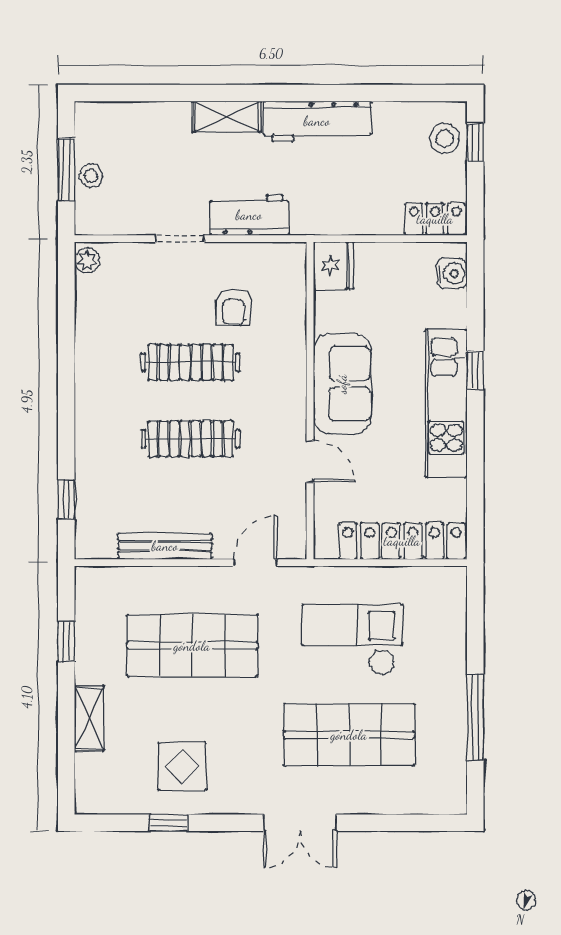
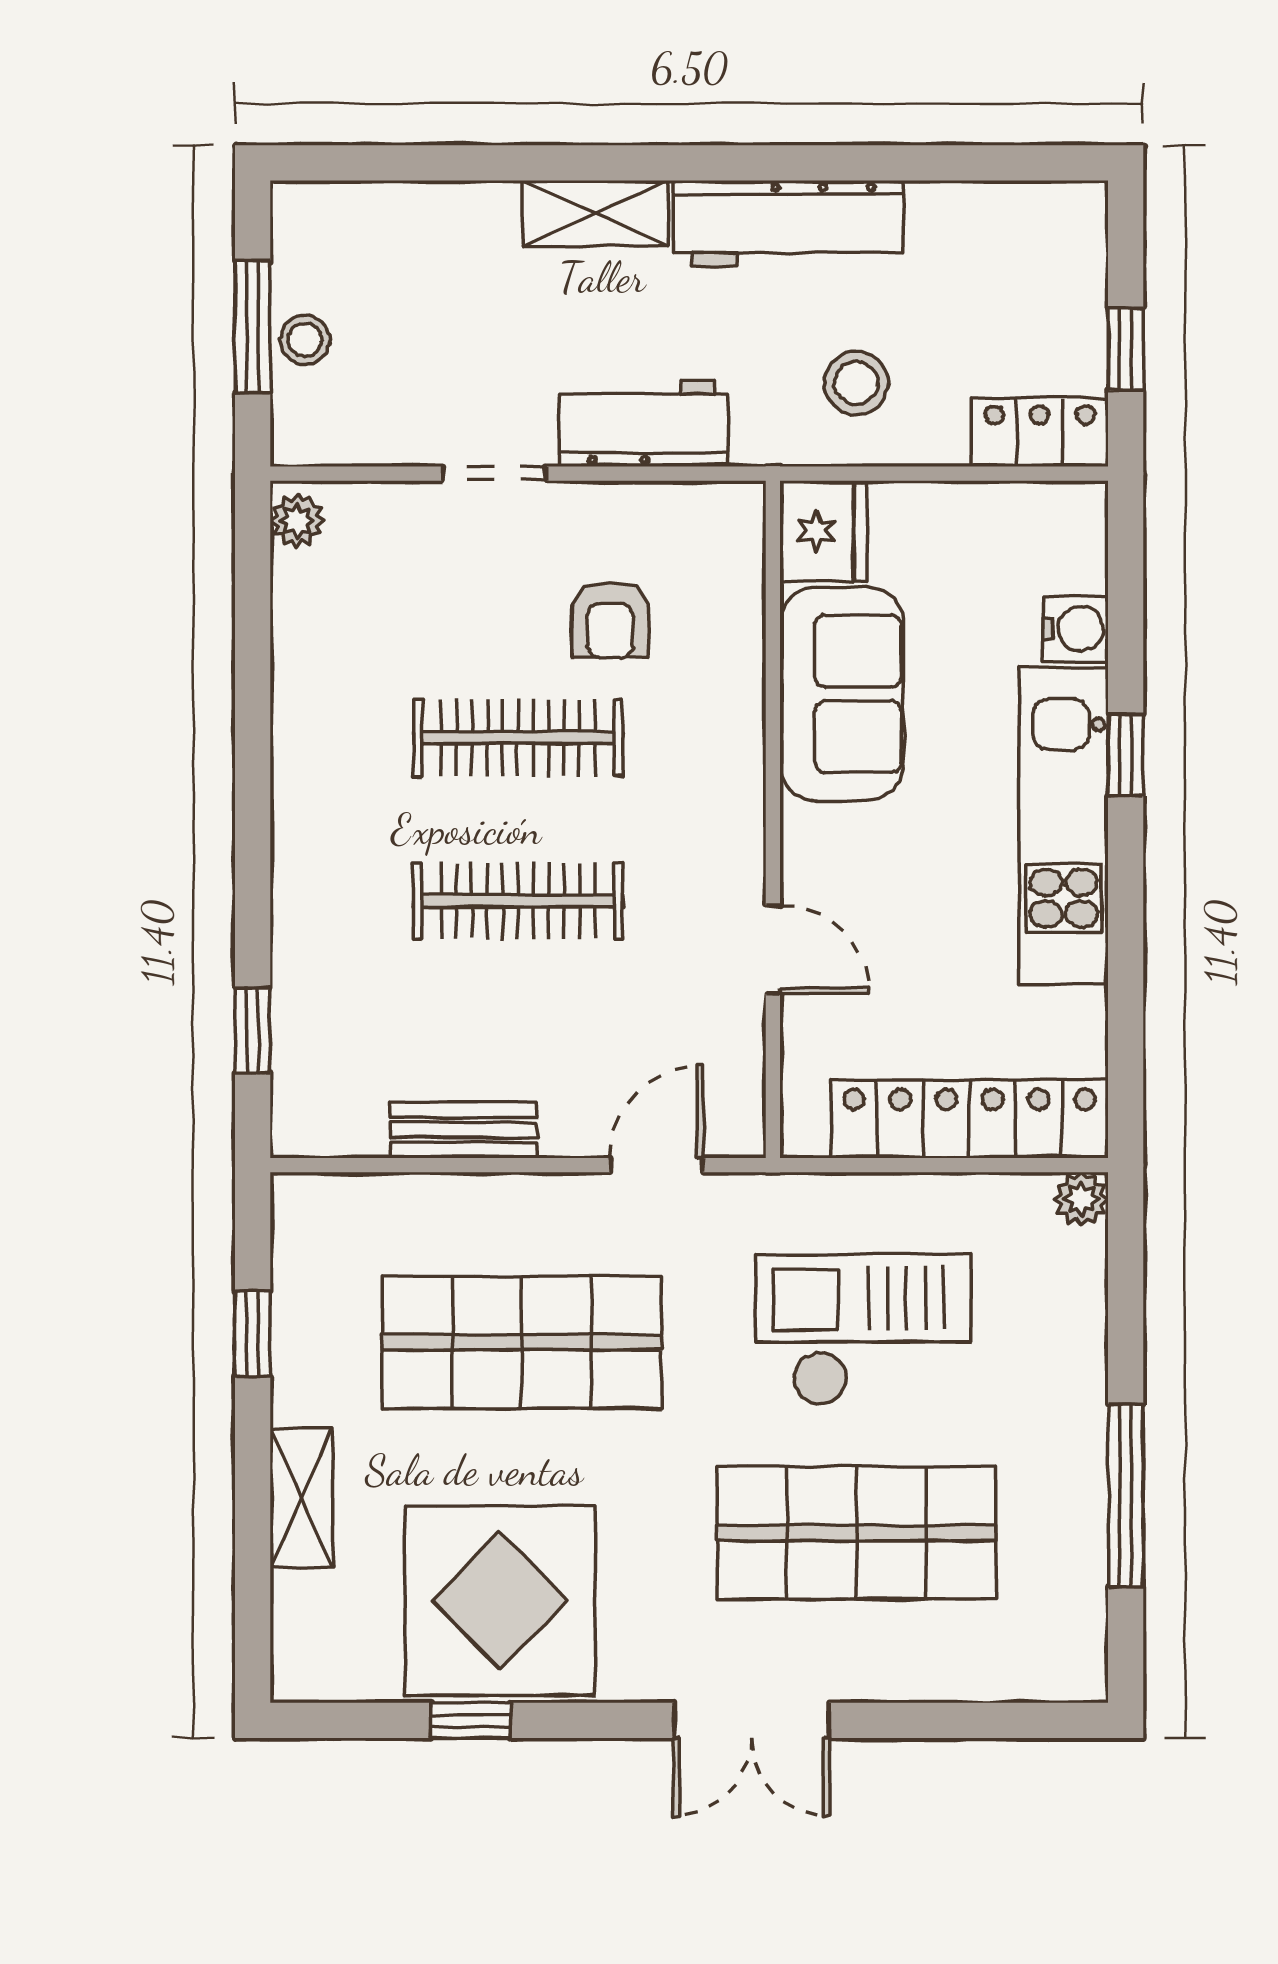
stool: (445, 138) -> (856, 383), moved
window: (475, 143) -> (1126, 349), moved
water cooler: (452, 273) -> (1075, 629), moved
sofa: (342, 384) -> (842, 694), moved
bench: (165, 546) -> (464, 1130), width x0.73
plant: (454, 578) -> (1081, 1199), added
display table: (182, 767) -> (500, 1601), width x1.86, depth x1.86

